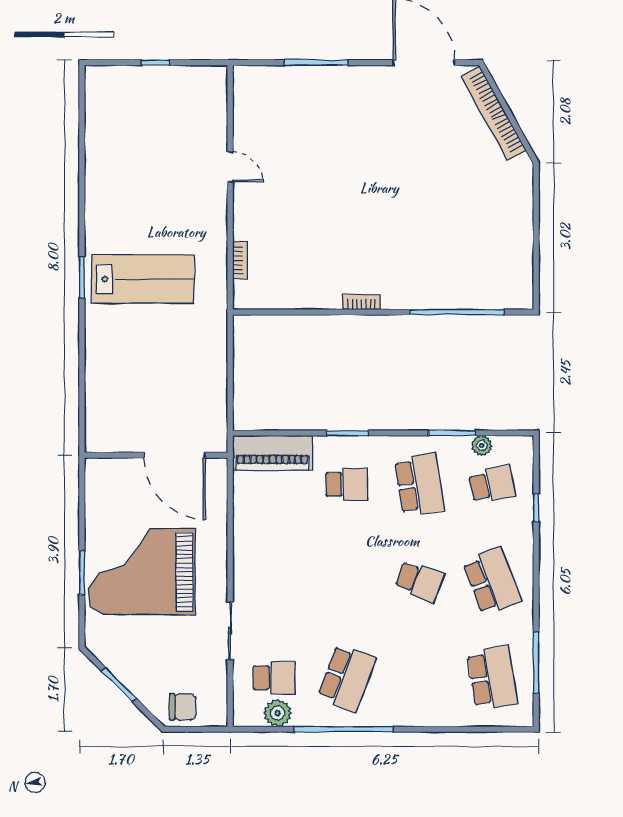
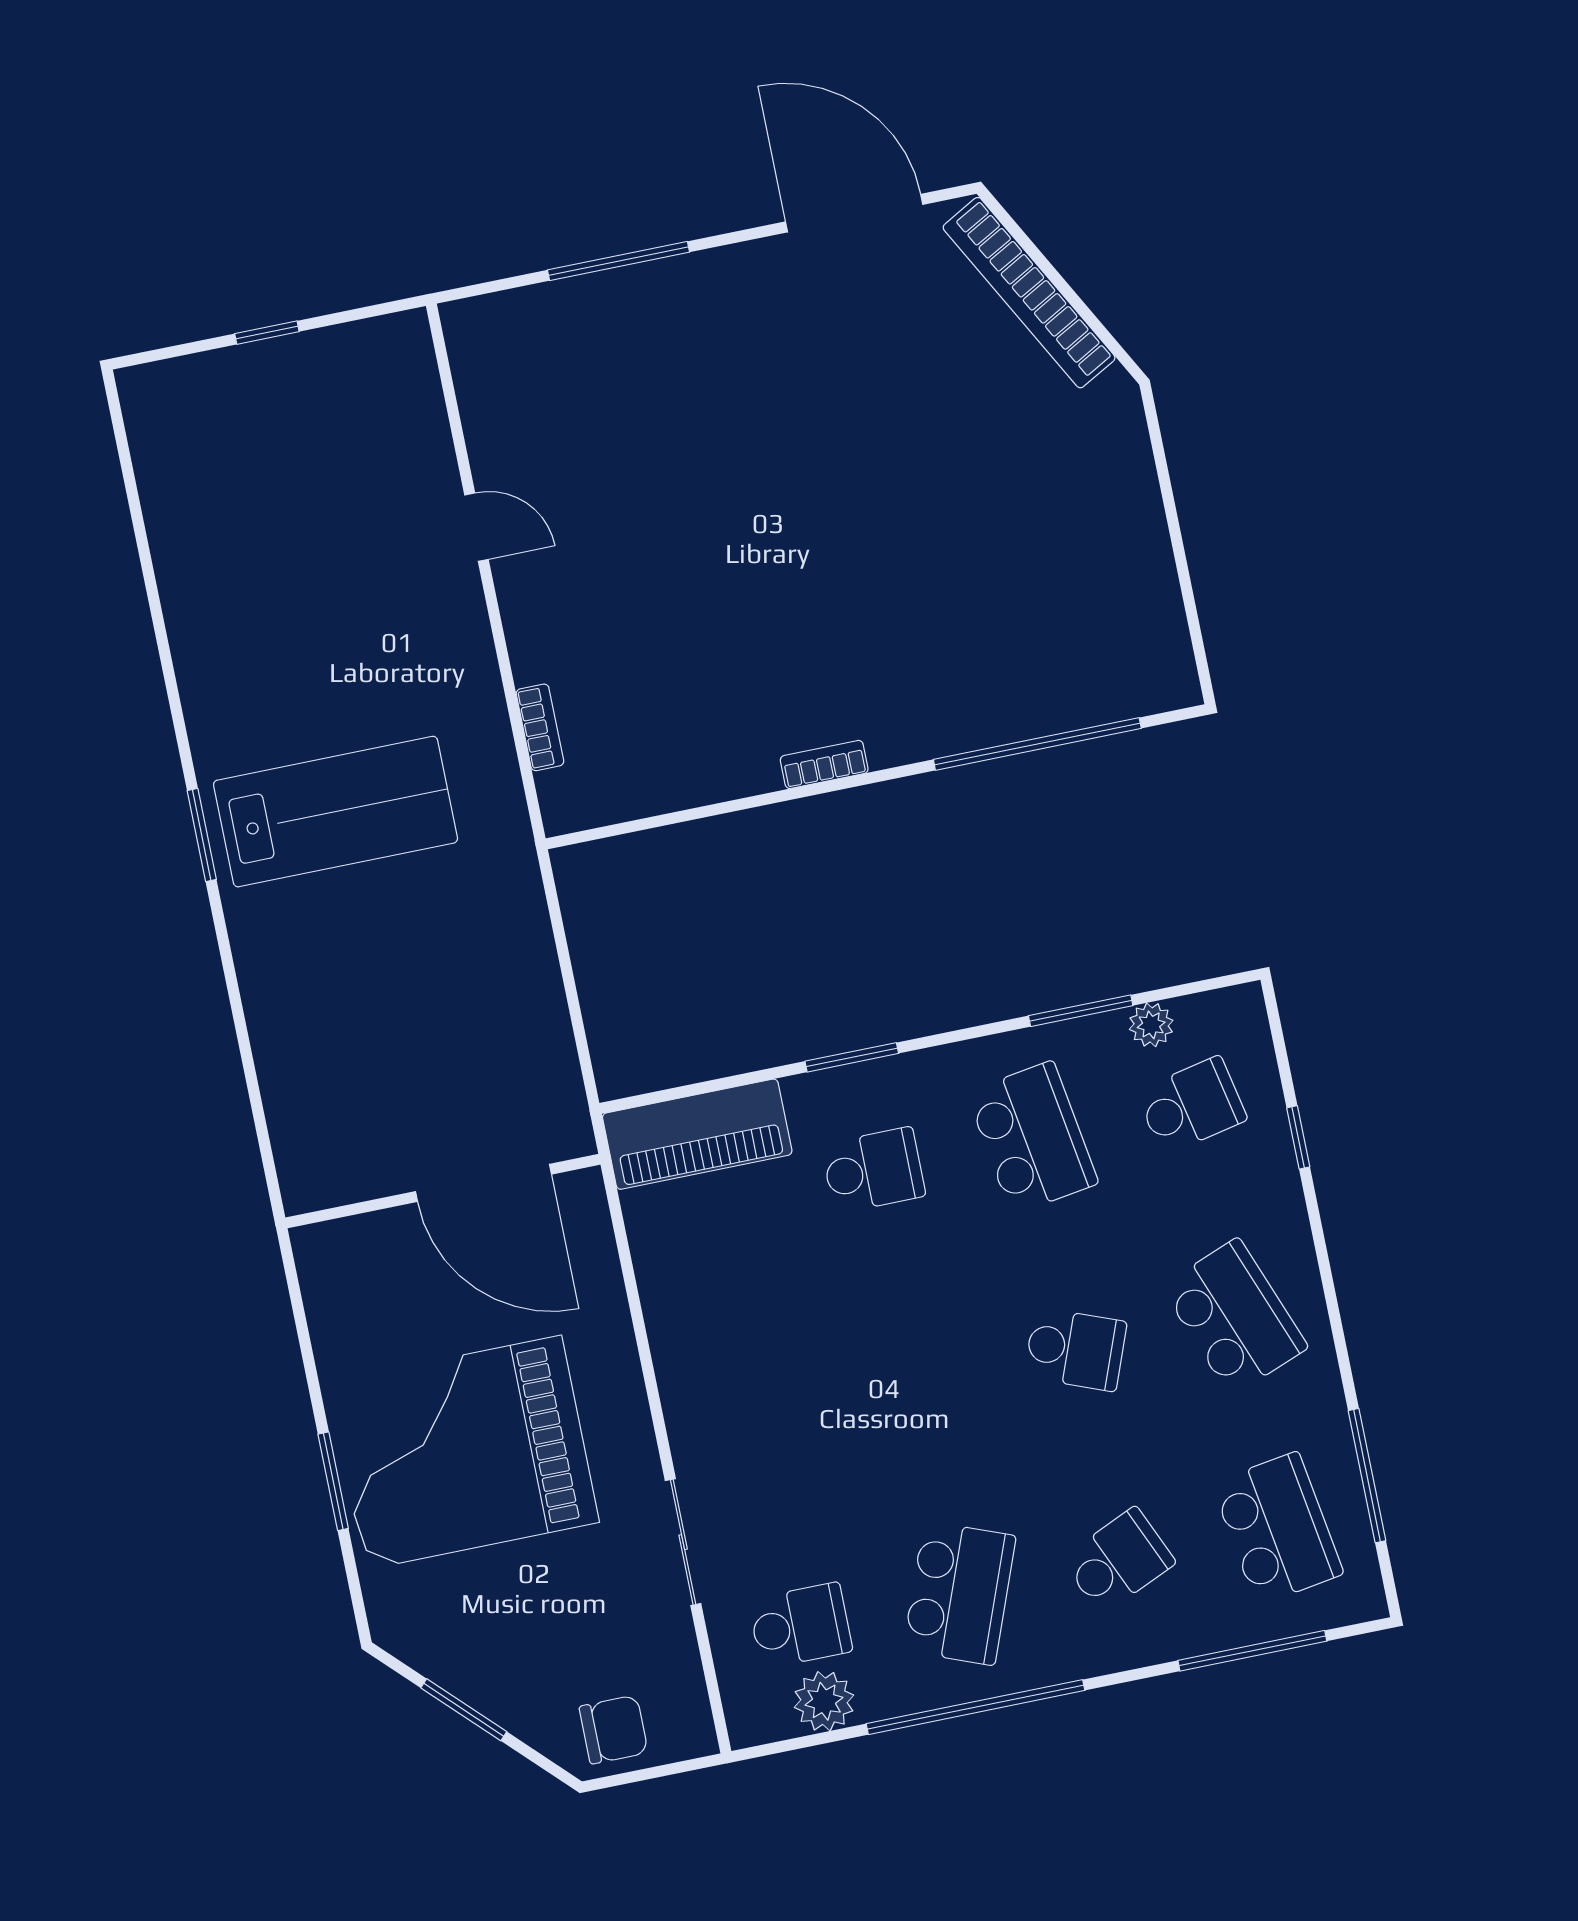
school desk: (419, 678) -> (1118, 1561), added
window: (470, 729) -> (1252, 1651), added

